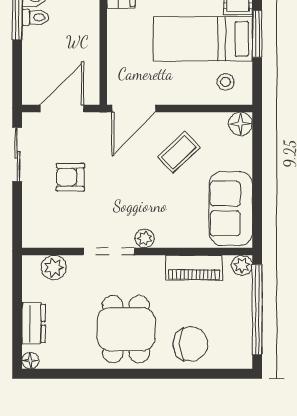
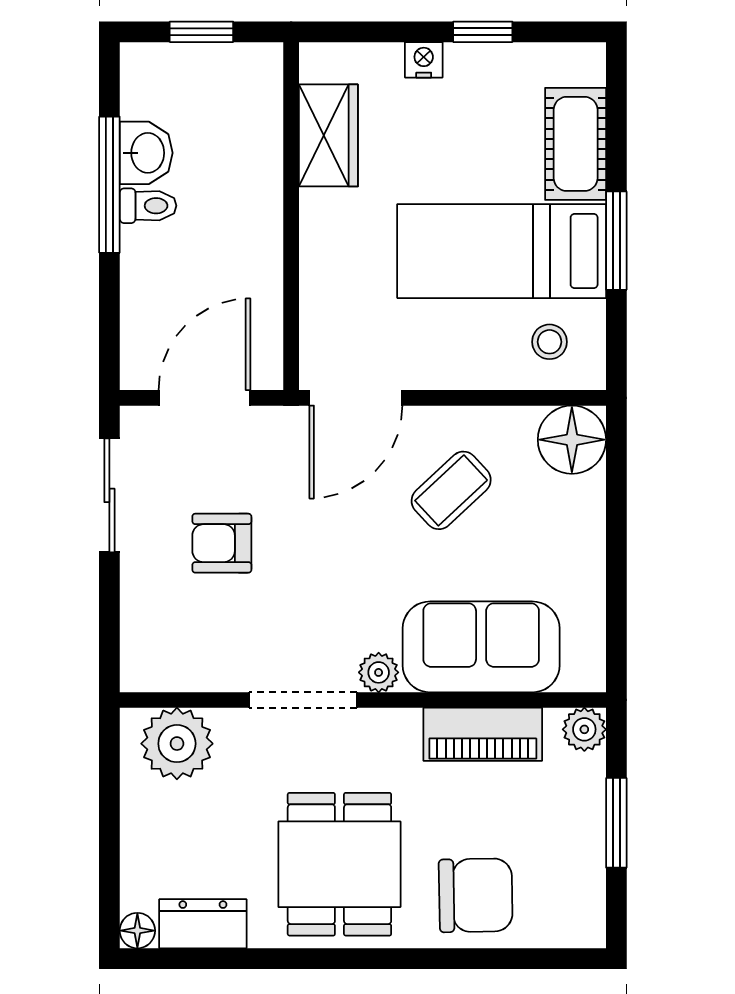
floor lamp: (240, 124) -> (572, 440), width x1.38, depth x1.38
sofa: (231, 209) -> (481, 647), moved, turned 90
plant: (54, 268) -> (177, 744), width x1.36, depth x1.36
window: (257, 310) -> (616, 823), width x0.47
dresser: (34, 323) -> (203, 924), moved, turned -90

